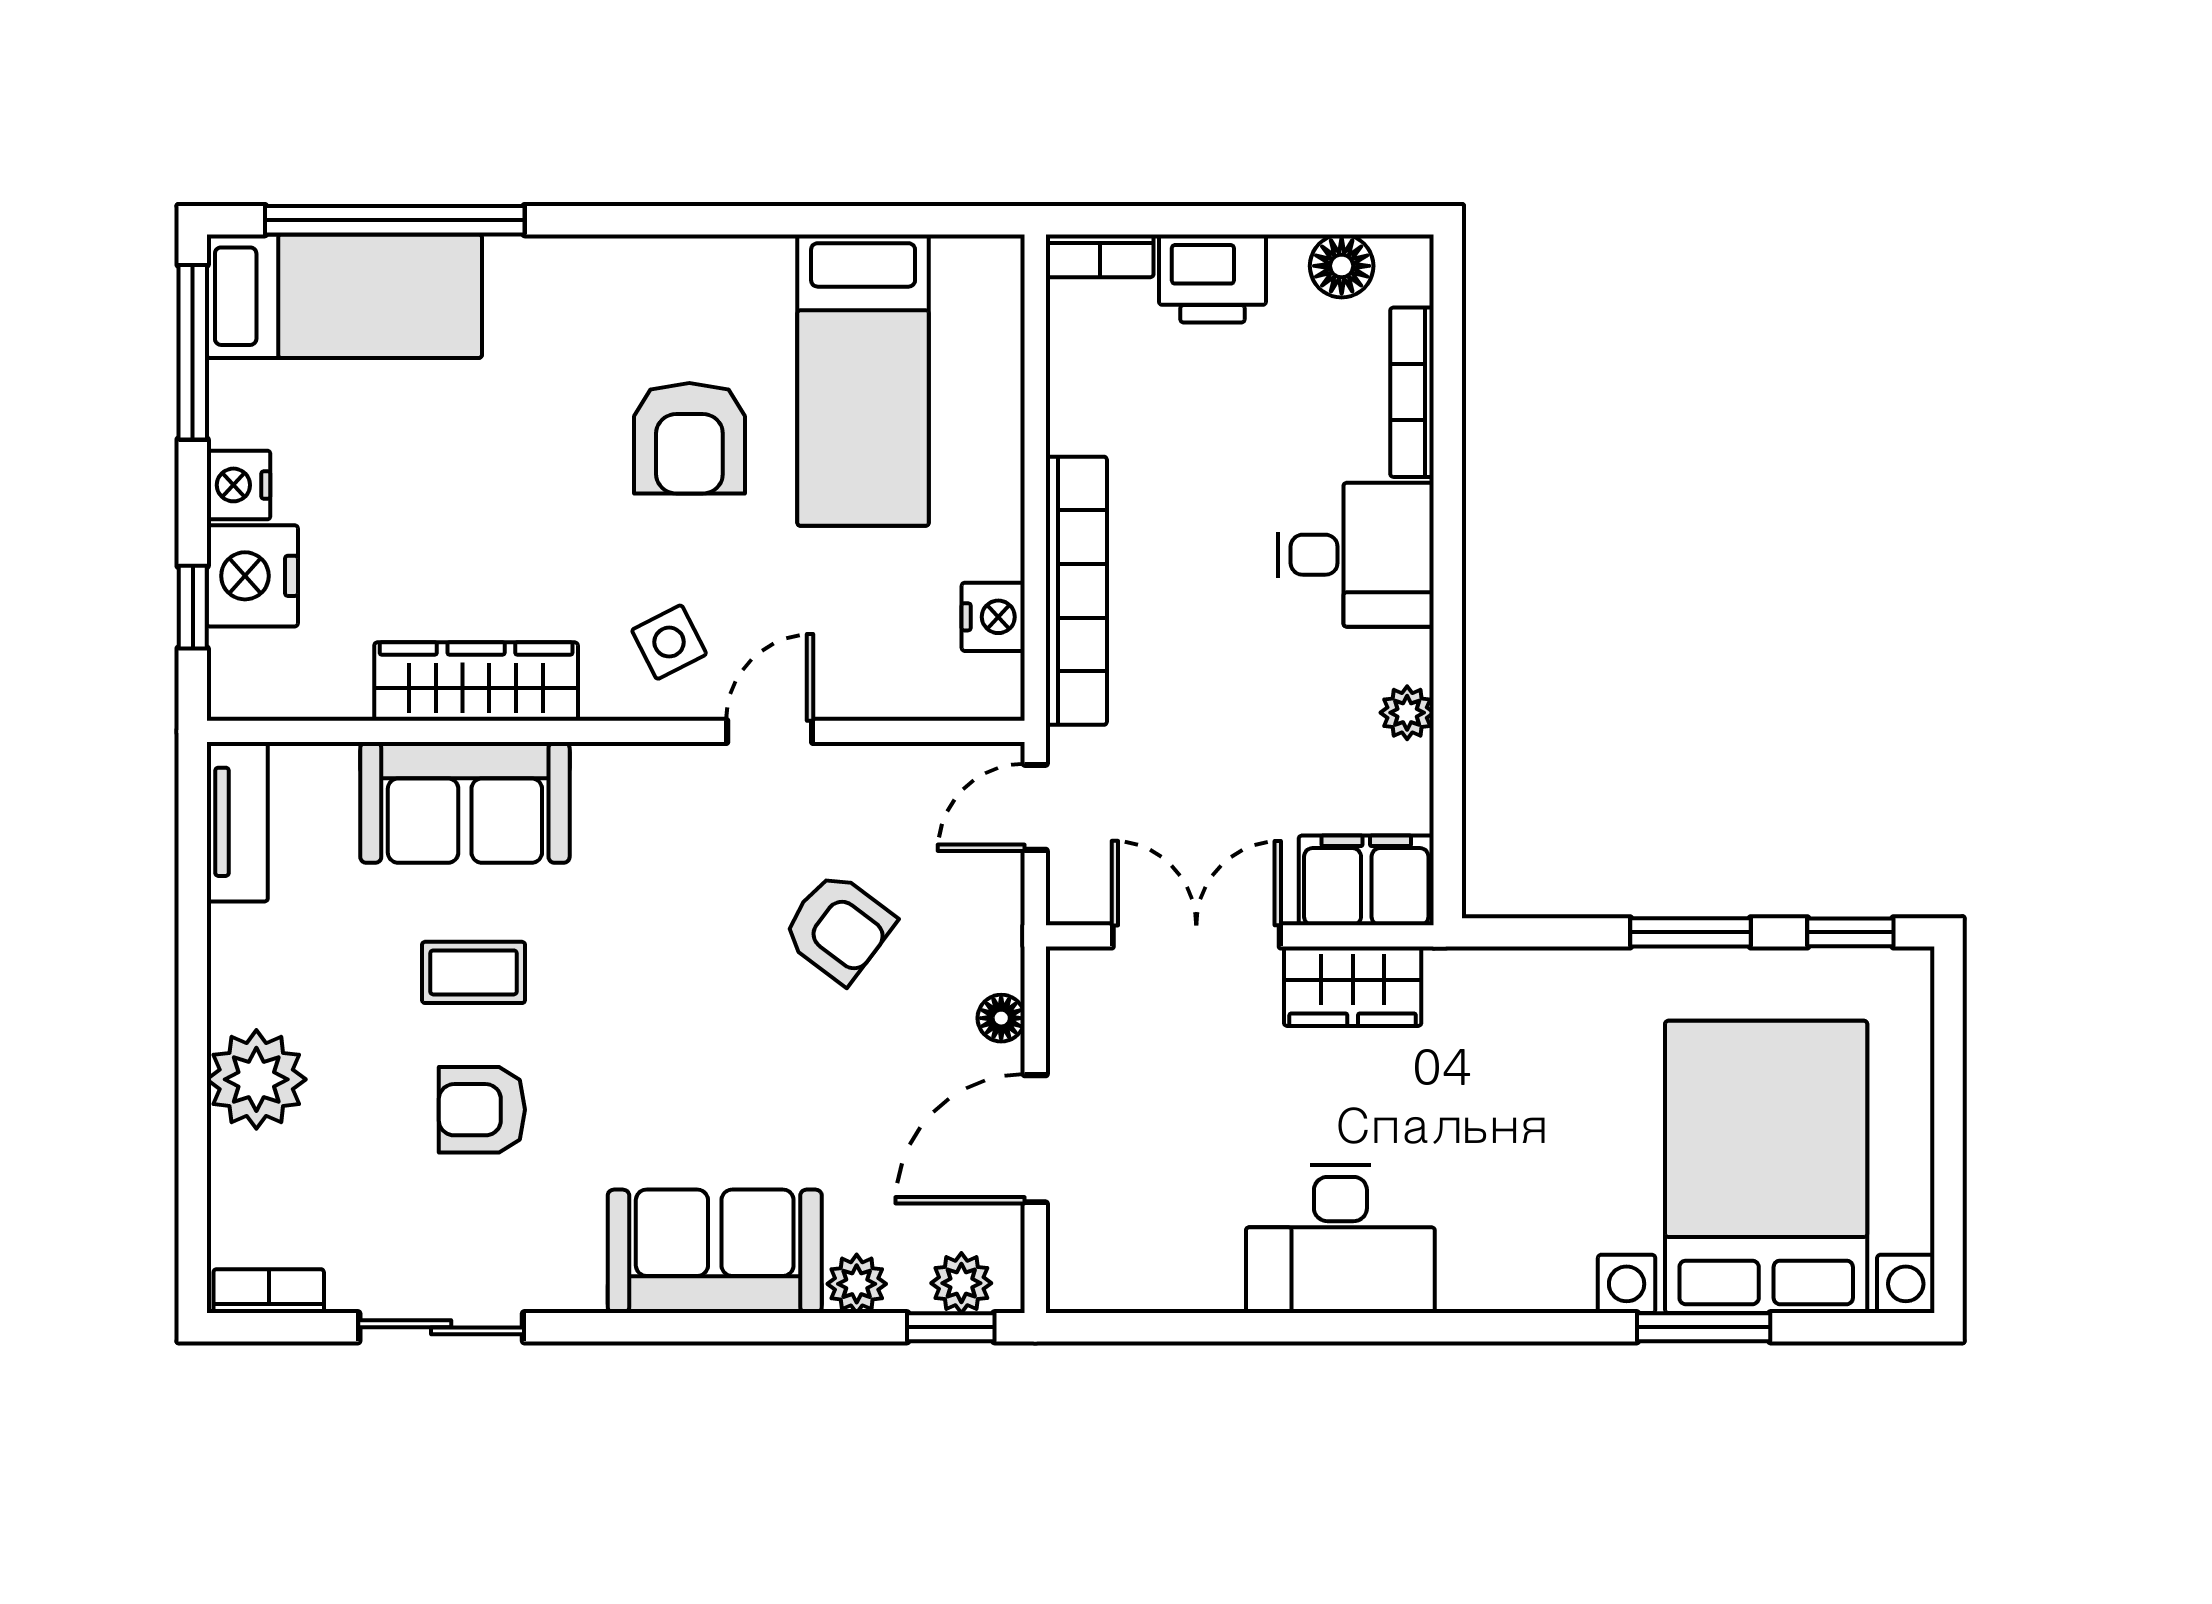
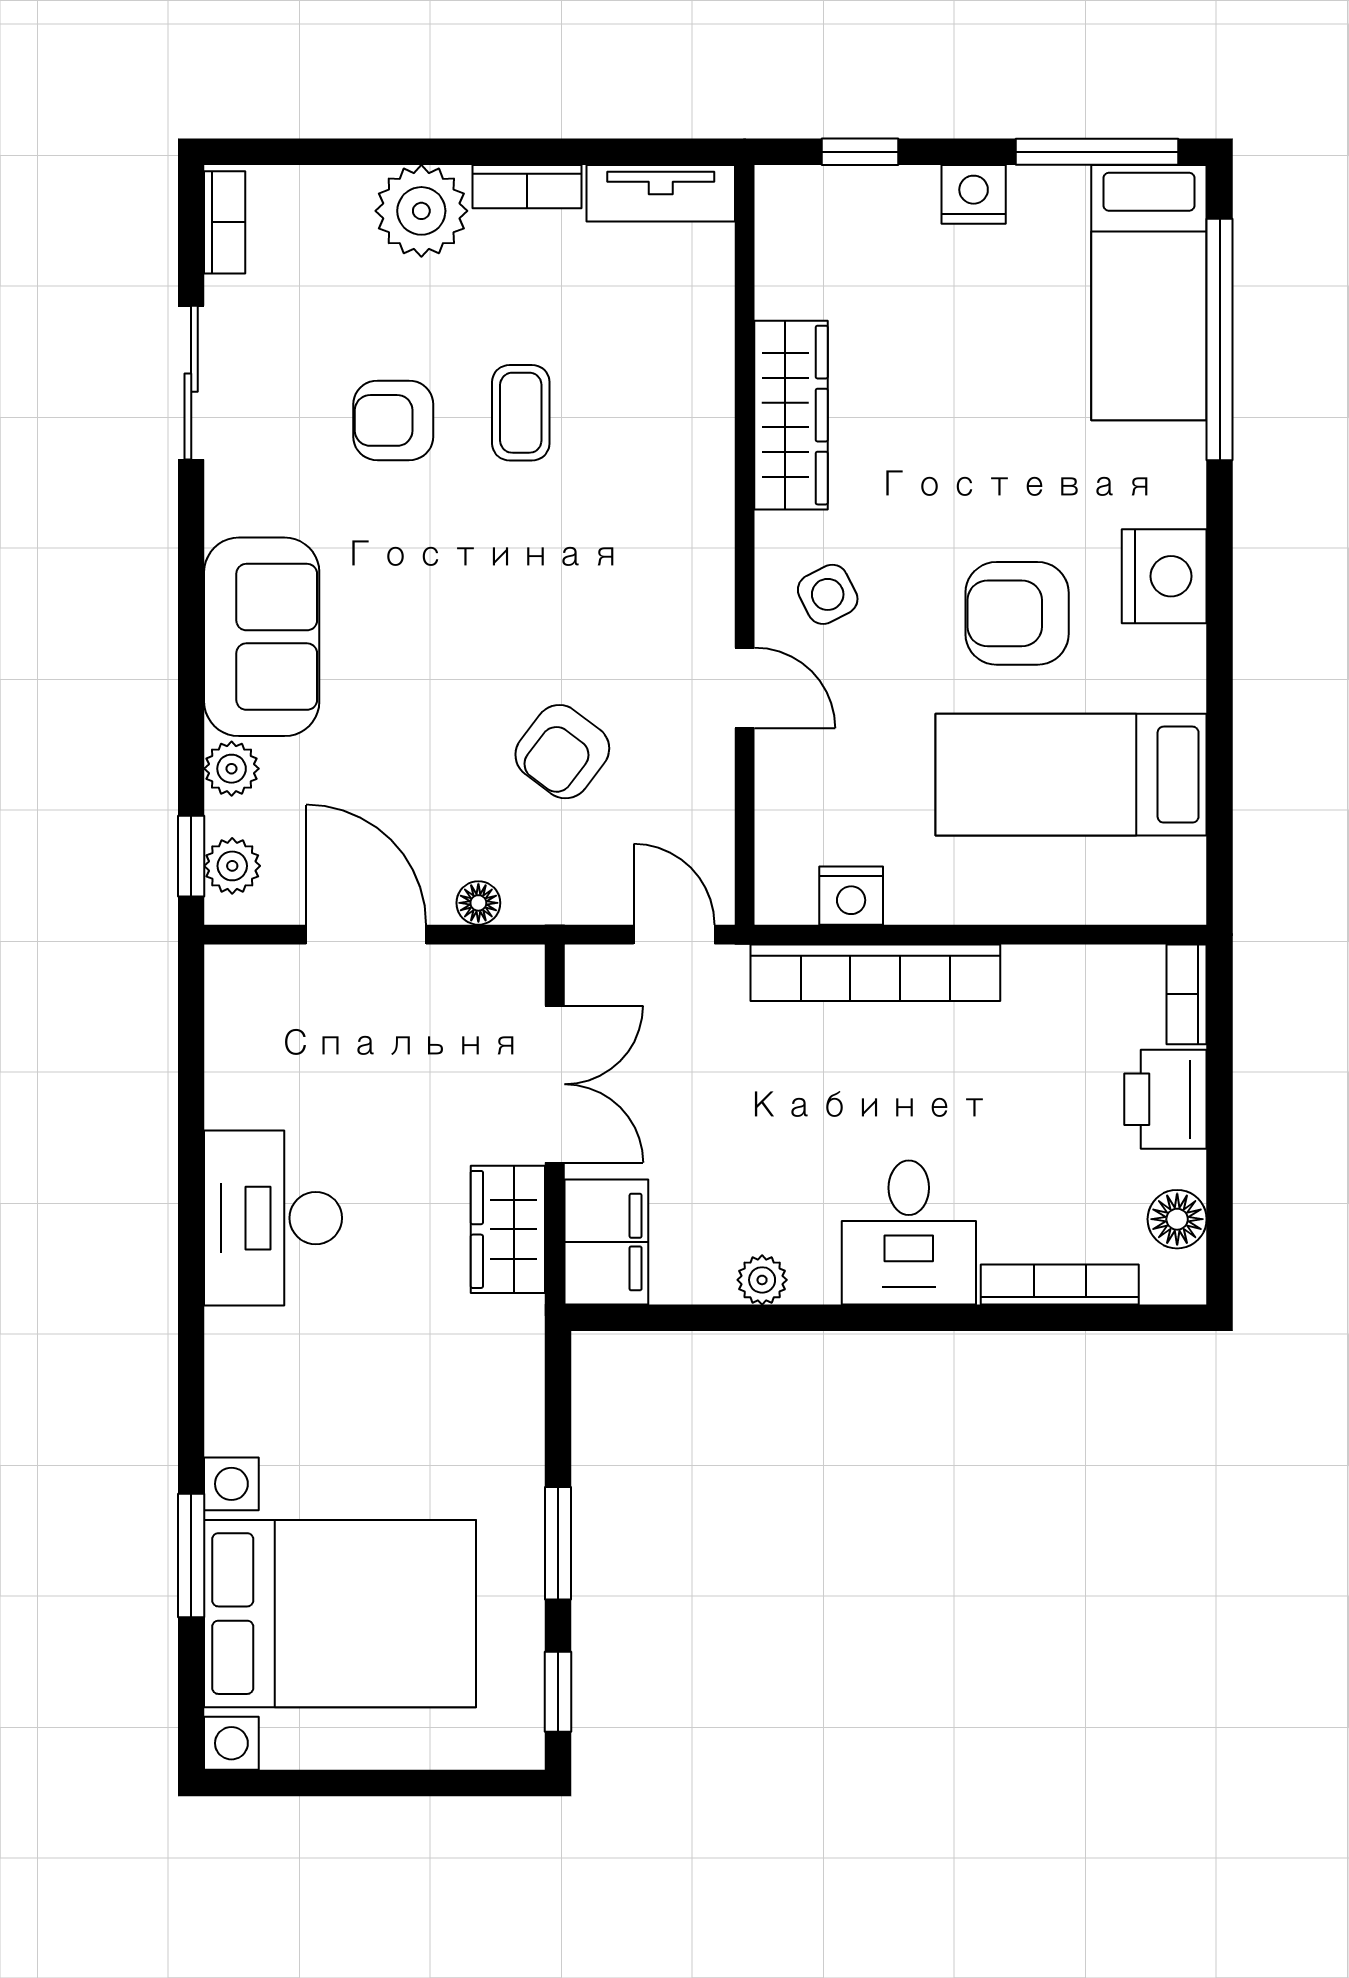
nightstand: (252, 576) -> (1164, 576), moved, turned 90
sofa: (465, 802) -> (679, 405), removed
bookcase: (230, 966) -> (527, 187), added
armchair: (482, 1110) -> (393, 420), turned -90

